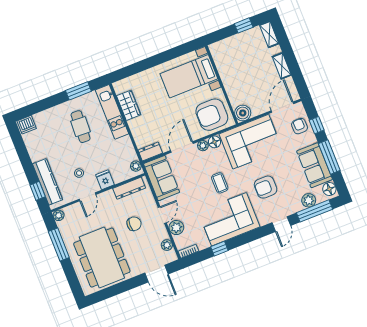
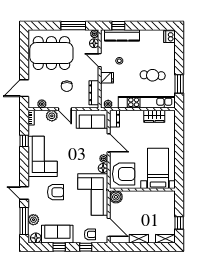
kitchen unit: (112, 112) -> (147, 102), width x1.36
armchair: (212, 115) -> (124, 174), turned 90
window: (329, 157) -> (59, 247), width x0.46
coffee table: (220, 183) -> (72, 160), removed
armchair: (266, 187) -> (56, 192), turned 90
floor lamp: (70, 211) -> (94, 43), added

